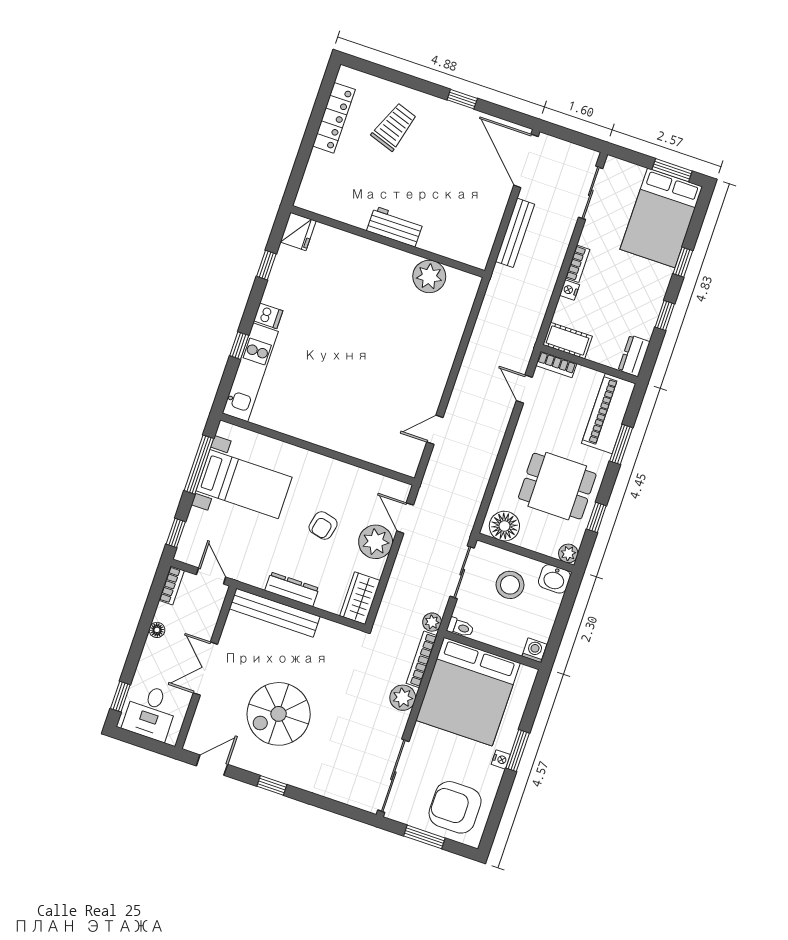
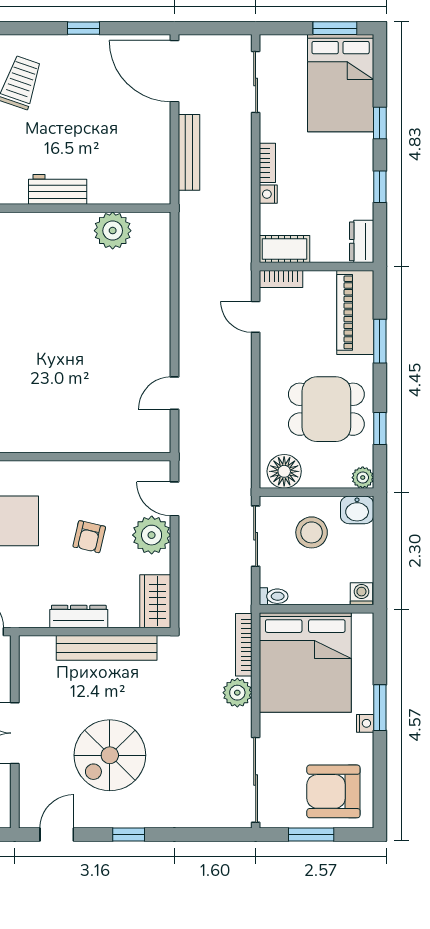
bench: (275, 613) -> (107, 648), moved
plant: (432, 622) -> (241, 601), removed

